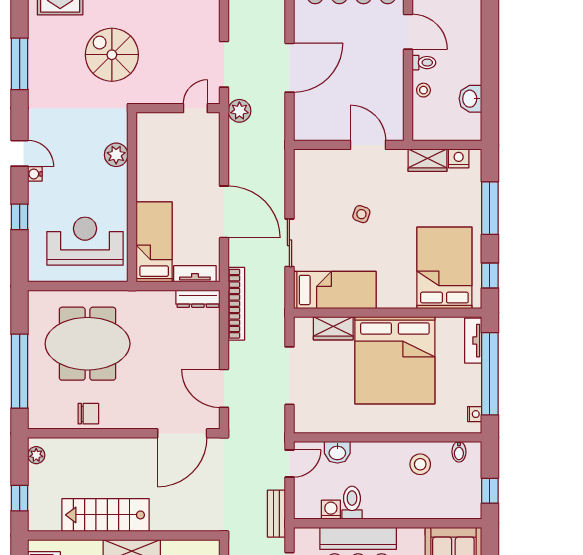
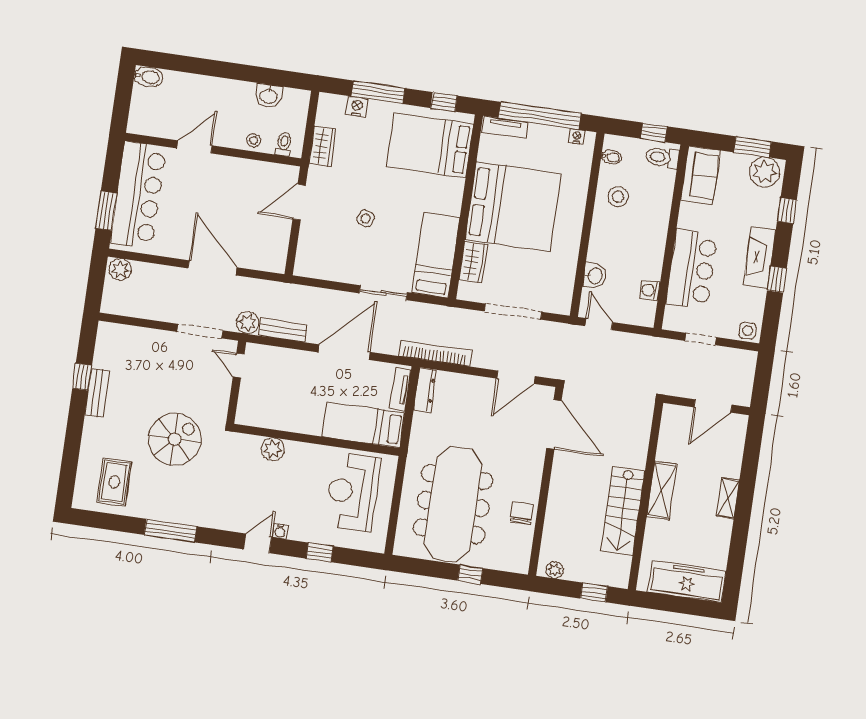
spiral stairs: (112, 55) -> (175, 439), turned 180
toilet: (424, 63) -> (284, 144), moved
nightstand: (459, 158) -> (357, 107), moved, turned 90
meeting table: (88, 344) -> (453, 504), width x1.36
window: (20, 371) -> (470, 574), width x0.32
toilet: (352, 503) -> (662, 158), moved
bench: (276, 514) -> (283, 330), moved

